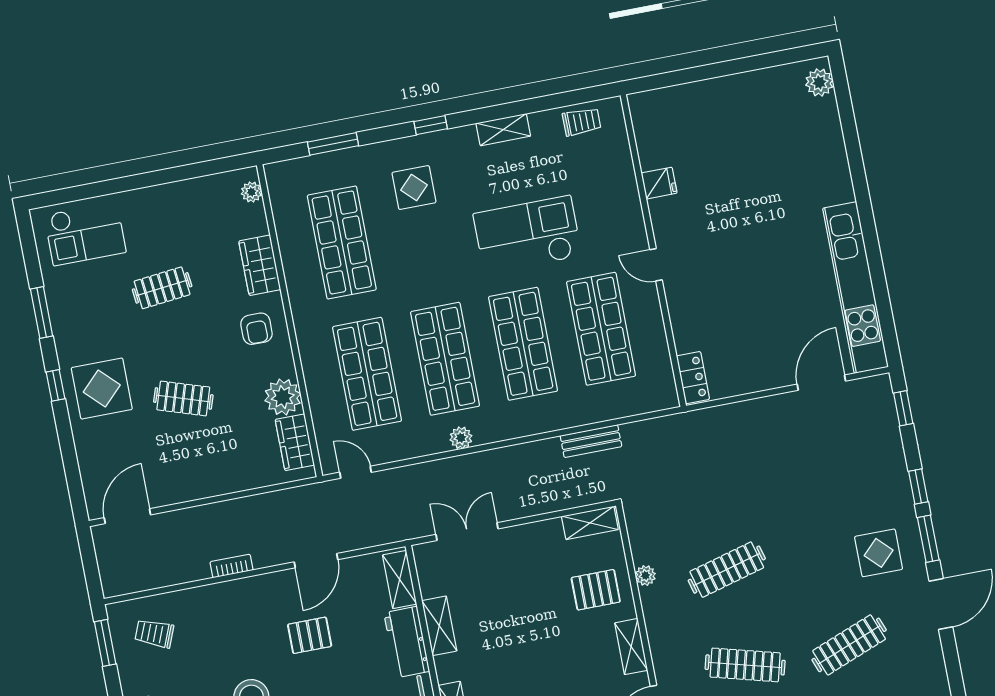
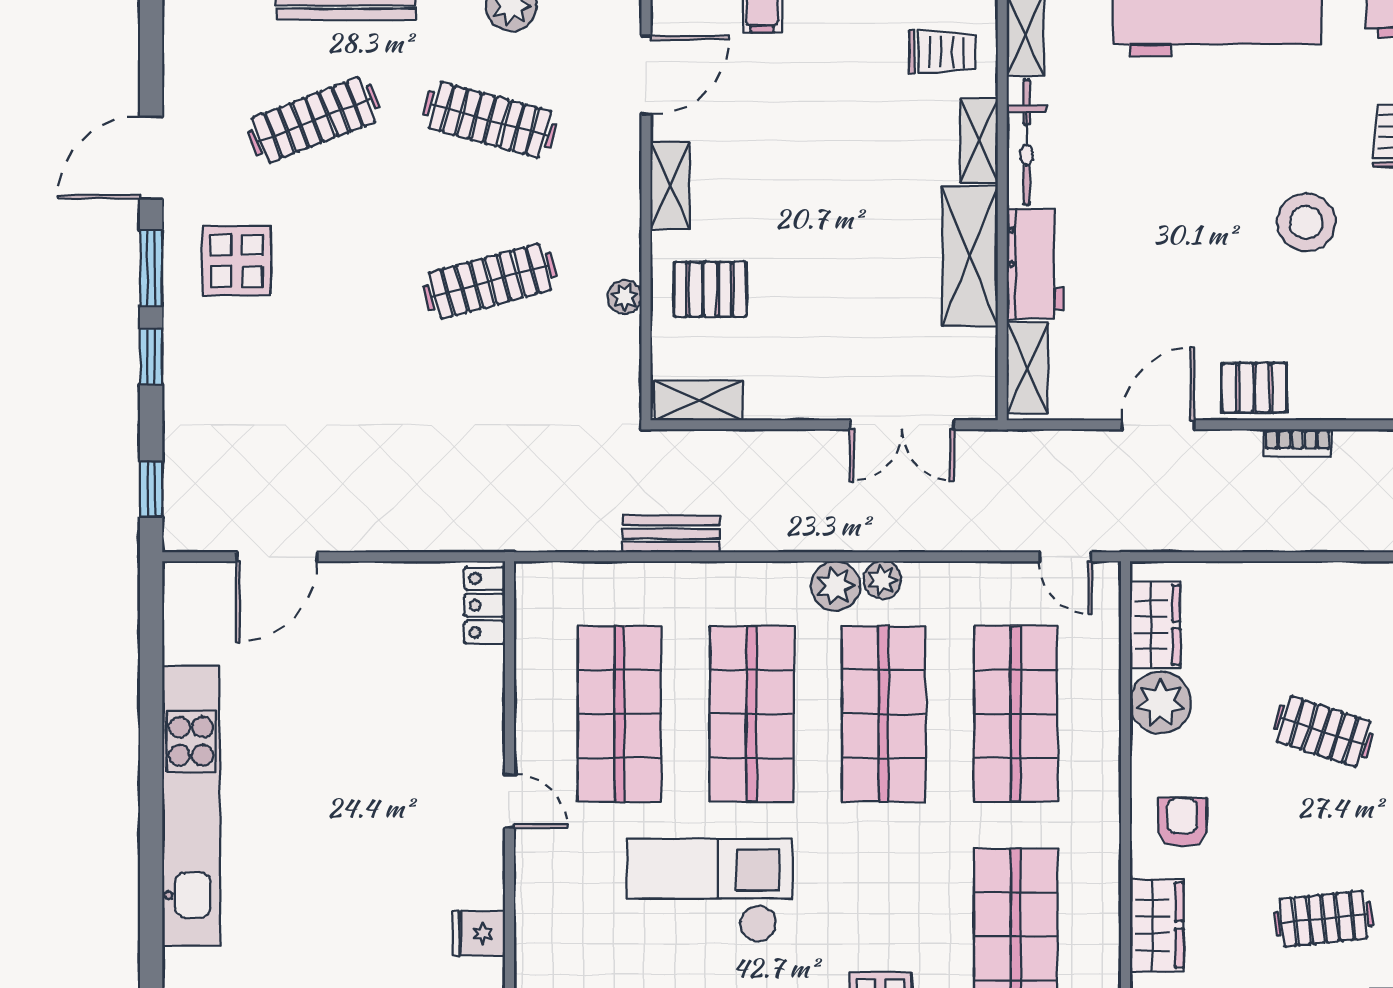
checkout: (528, 235) -> (710, 890), turned 180
kitchen unit: (855, 288) -> (191, 806), moved
plant: (488, 429) -> (836, 586), added
shelving: (439, 626) -> (970, 256), width x1.50, depth x1.33
pallet: (310, 635) -> (1254, 388), moved

